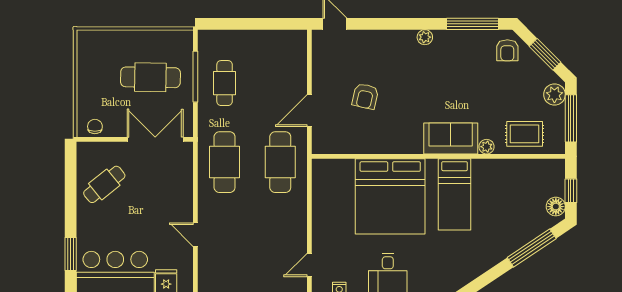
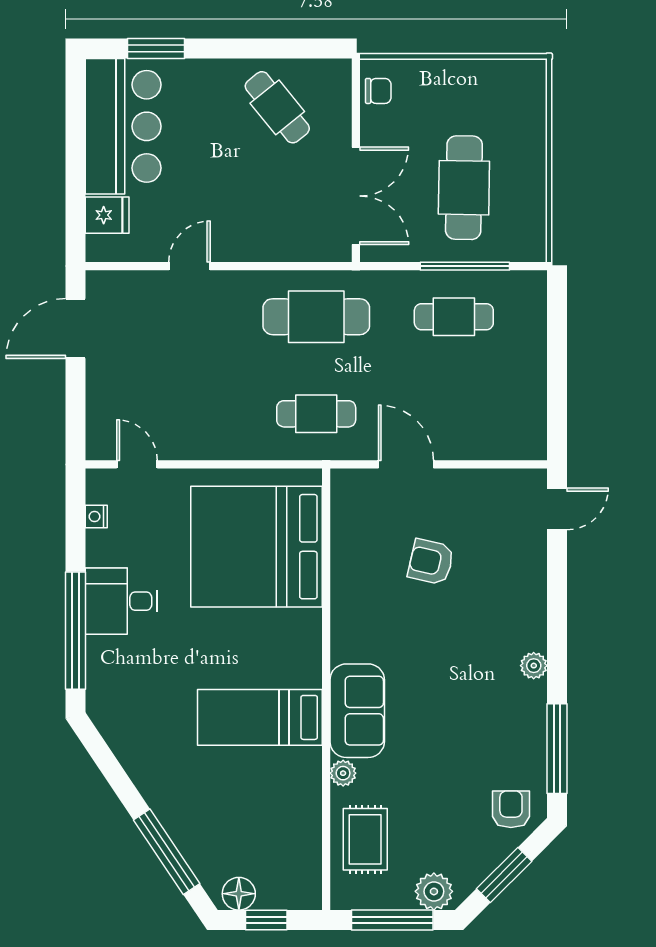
armchair: (507, 50) -> (511, 809), turned 90
cafe table: (280, 162) -> (316, 414), width x0.73, depth x0.74
bed: (390, 196) -> (256, 547), moved

